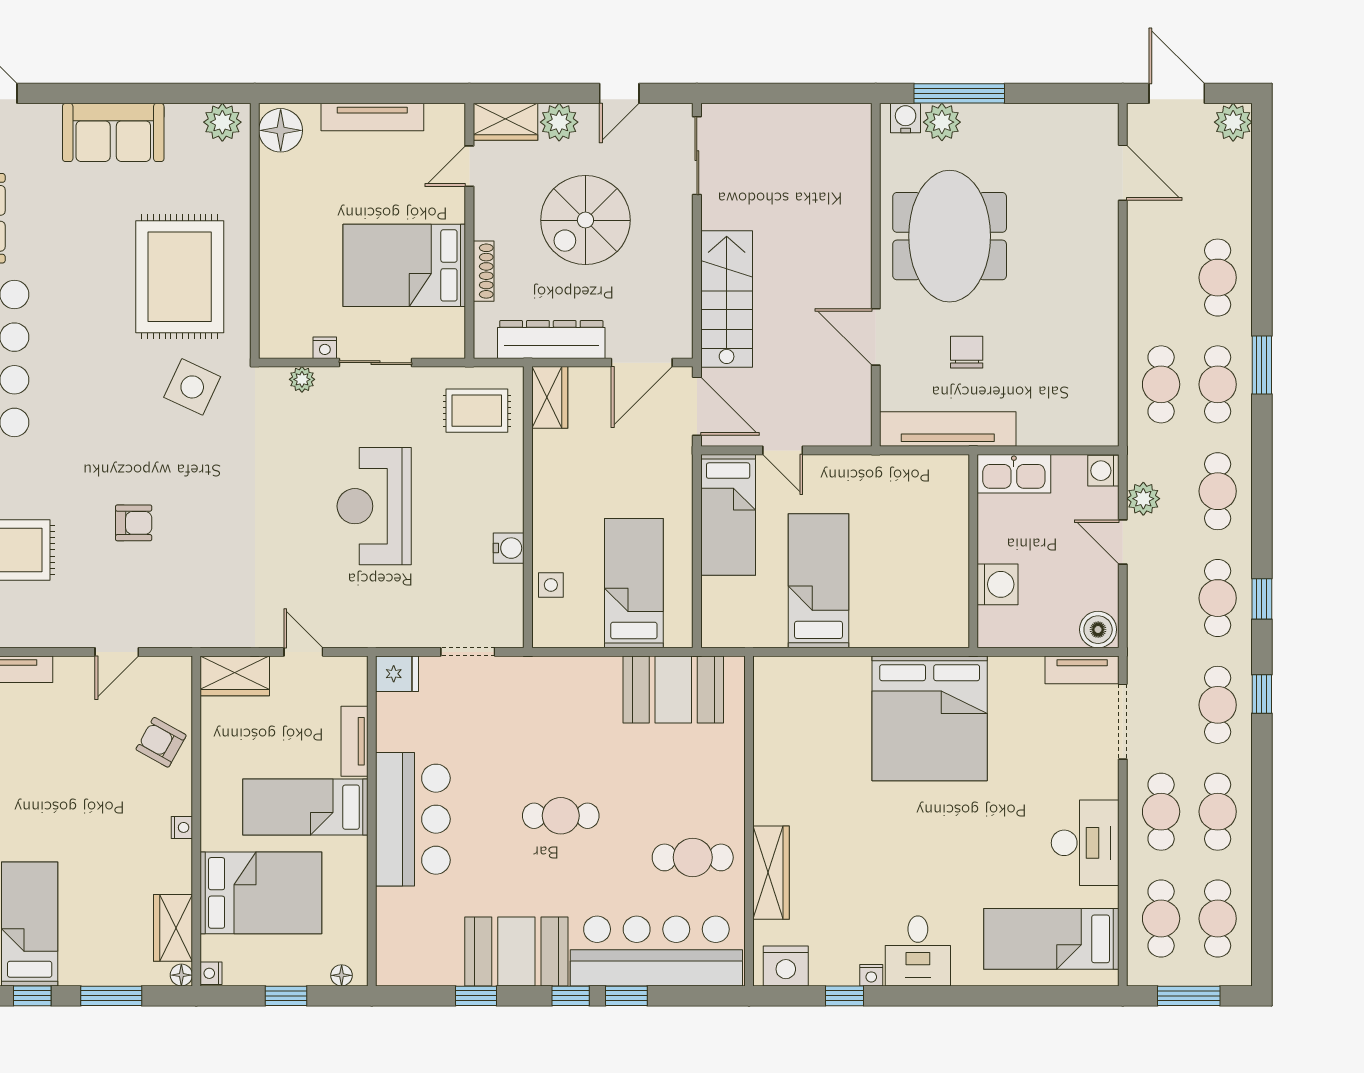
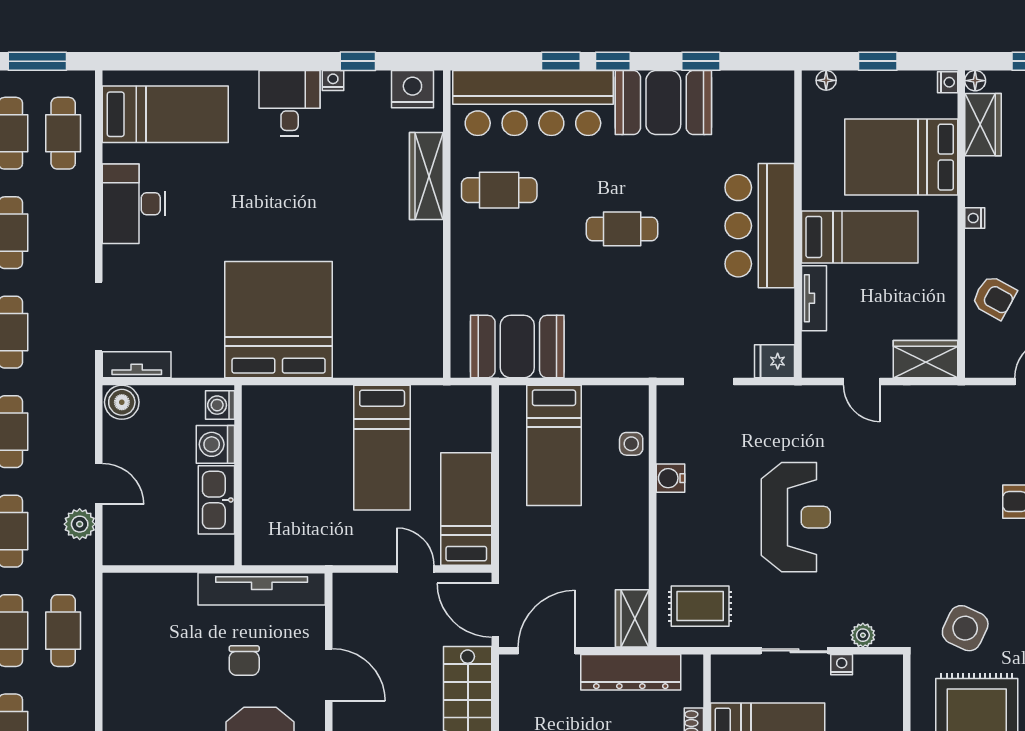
washing machine: (1103, 471) -> (220, 405), moved, turned 180
kitchen sink: (1014, 474) -> (216, 500), moved, turned -90
cafe table: (1161, 812) -> (63, 233), removed

